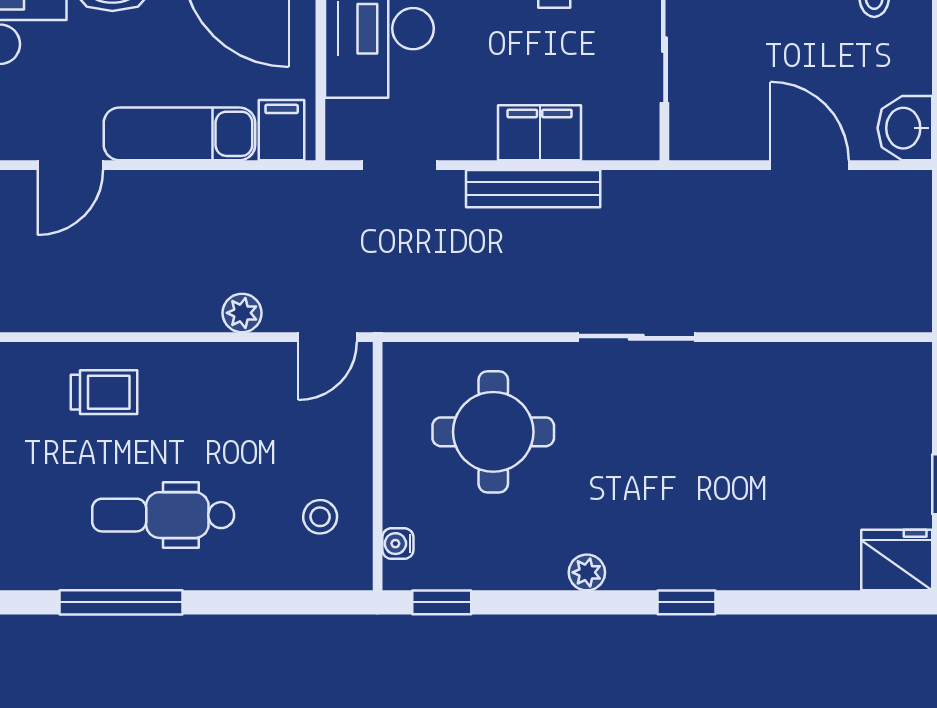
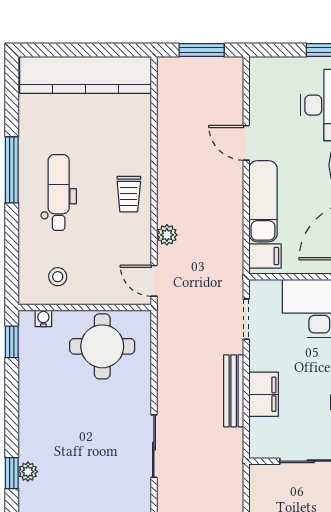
trolley: (104, 392) -> (129, 194), moved
round table: (493, 432) -> (102, 346), moved
plant: (587, 572) -> (28, 472), moved

